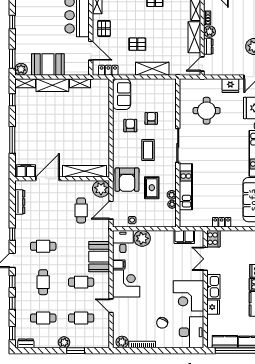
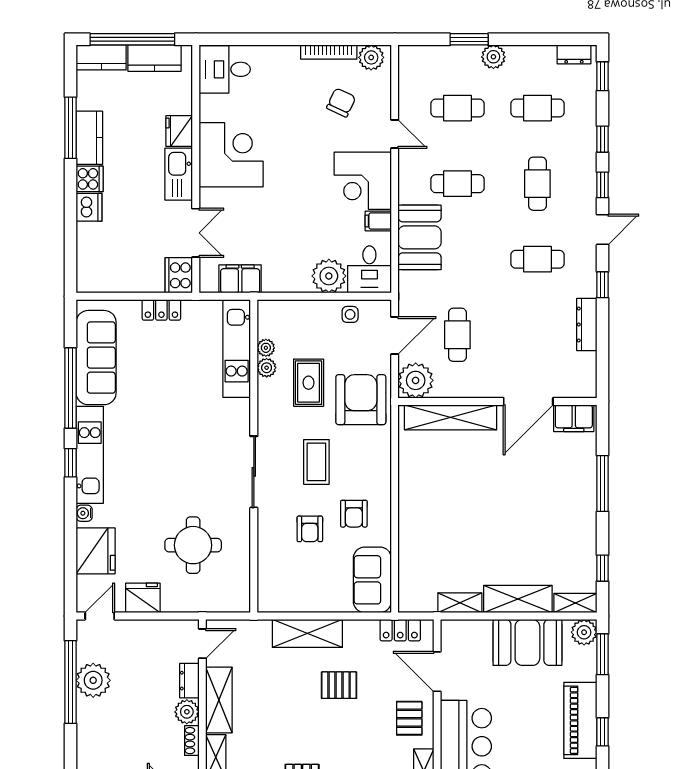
piano: (23, 27) -> (580, 720), added
kitchen unit: (186, 187) -> (237, 349), moved
dresser: (20, 202) -> (587, 324), moved
chair: (162, 323) -> (341, 103), moved
desk: (192, 332) -> (225, 69), width x0.73

